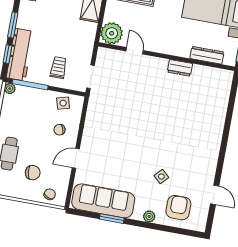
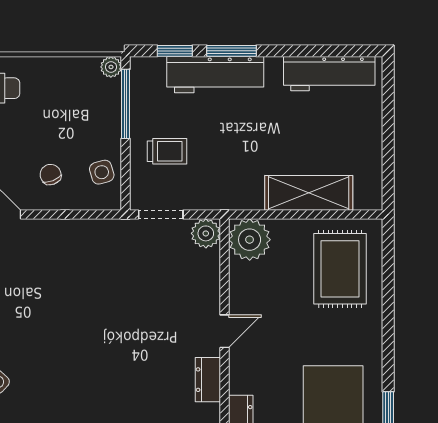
door: (135, 51) -> (225, 331), moved
workbench: (20, 55) -> (215, 75), moved
plant: (104, 55) -> (206, 233), added

